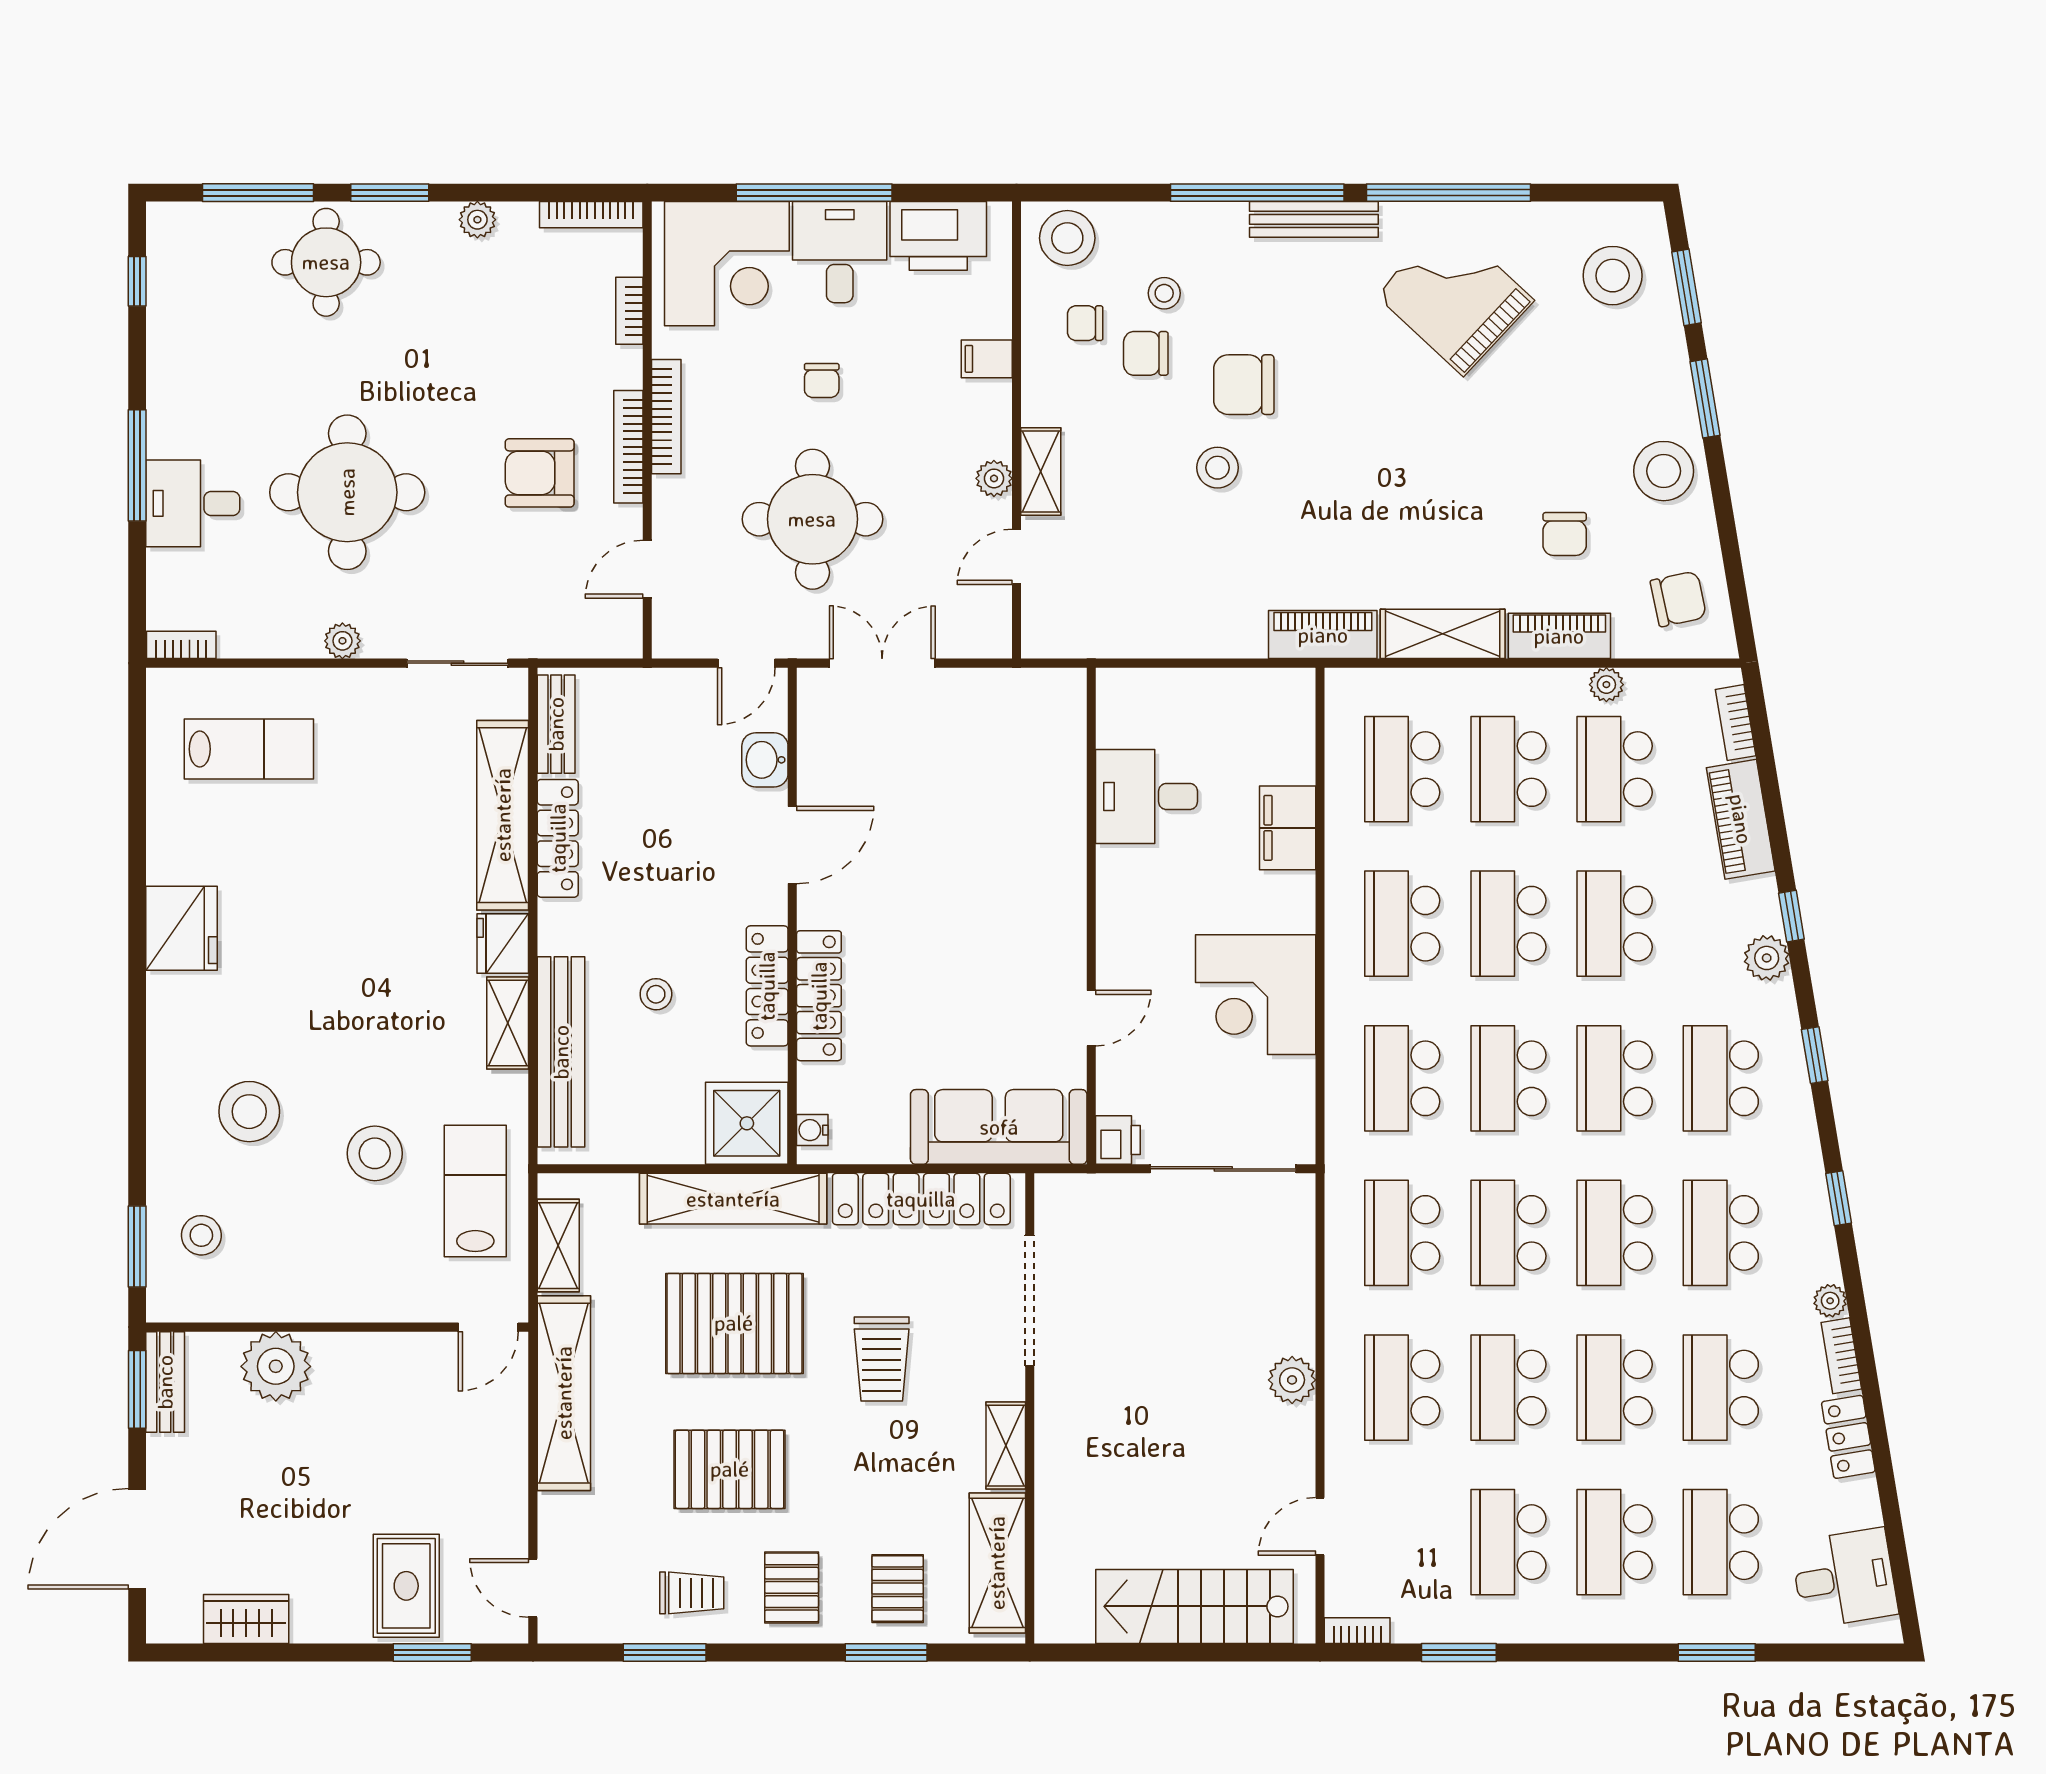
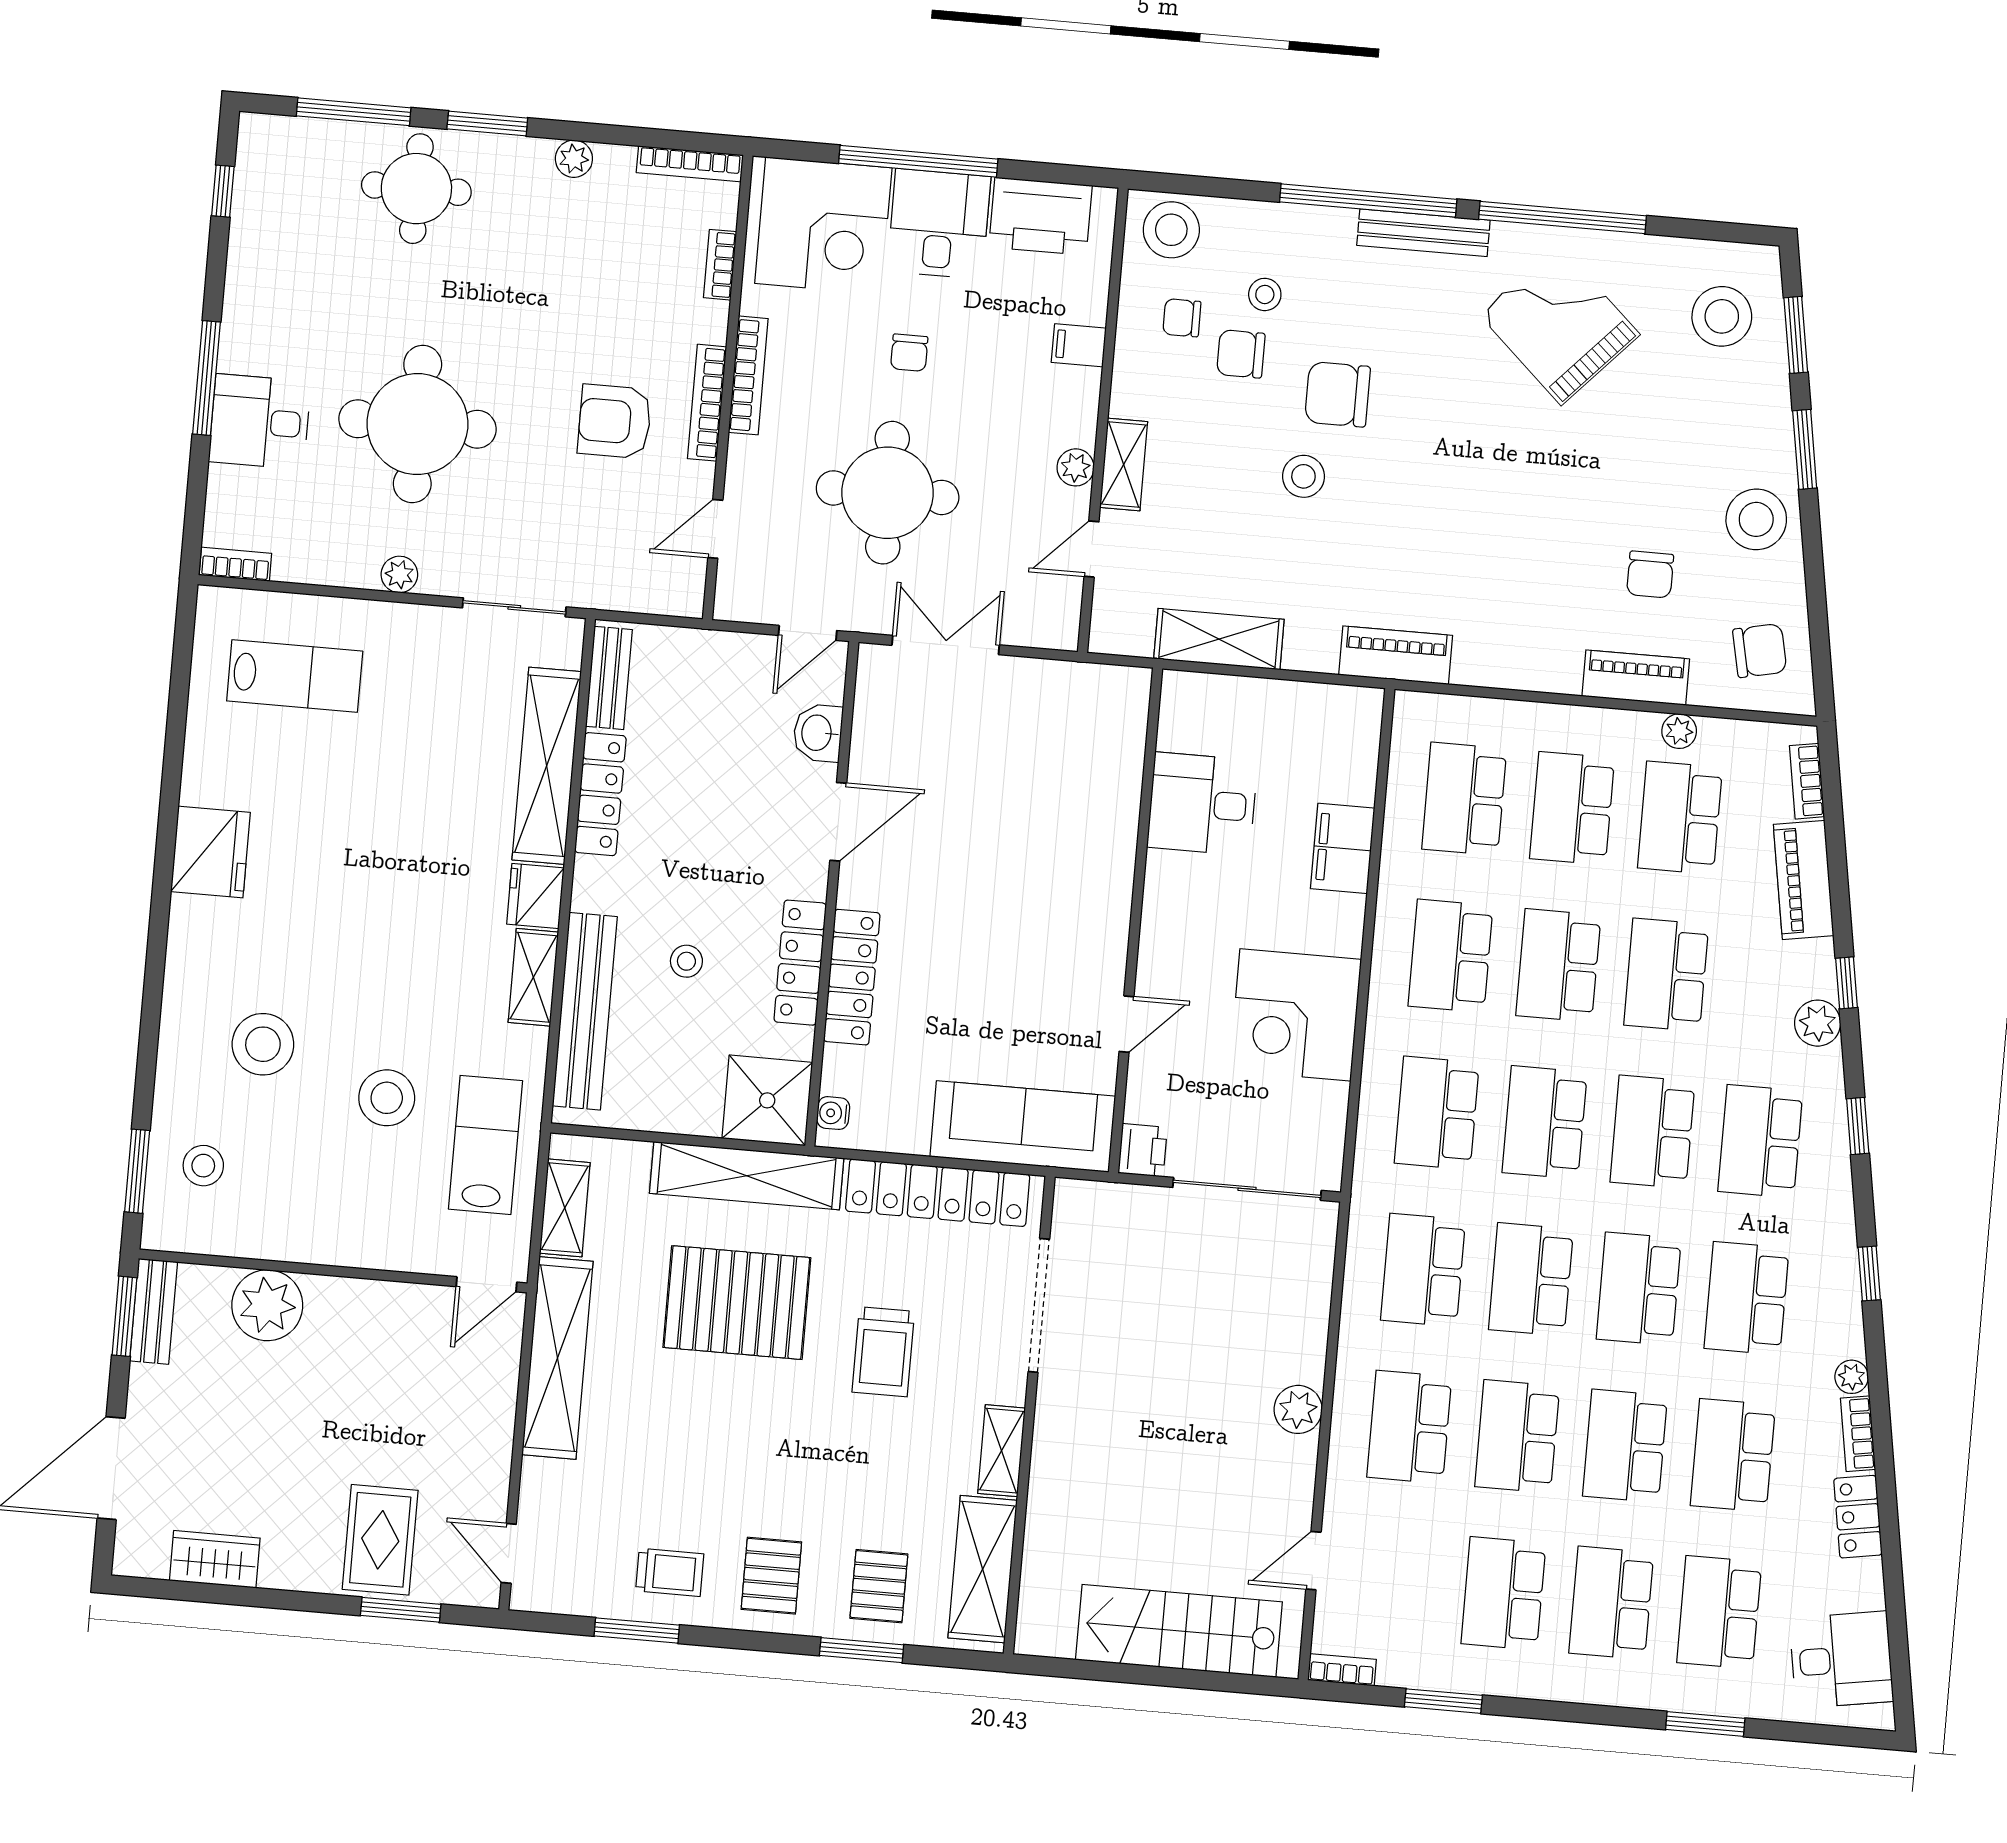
shelving: (1443, 634) -> (1219, 639), moved
pallet: (730, 1469) -> (719, 1450), removed

